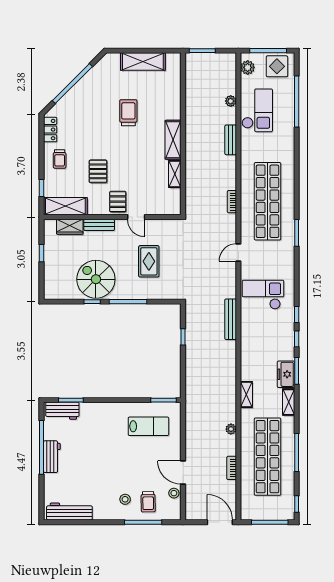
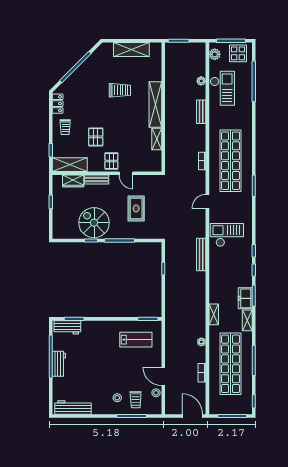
trolley: (128, 113) -> (120, 90), turned 90
shelving: (173, 140) -> (155, 104), width x1.47

